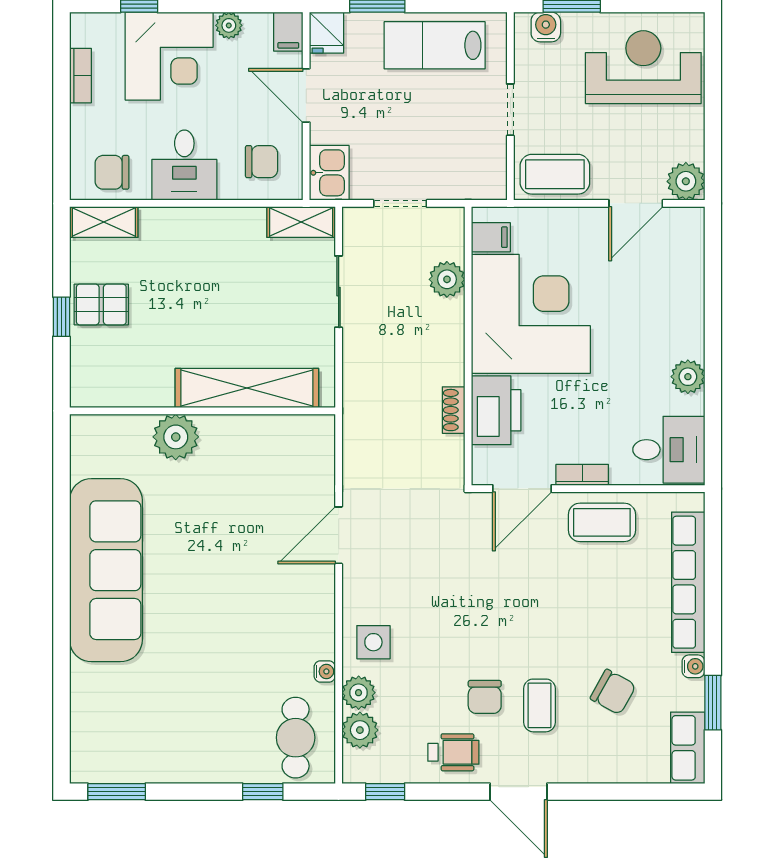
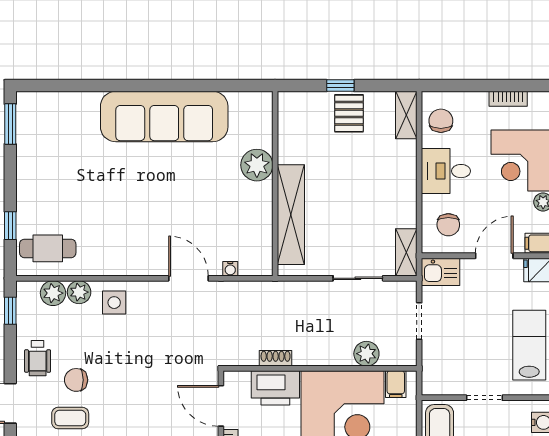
water cooler: (325, 671) -> (230, 269), moved

